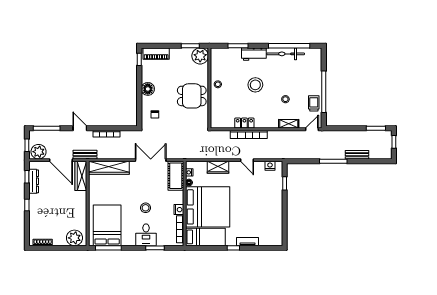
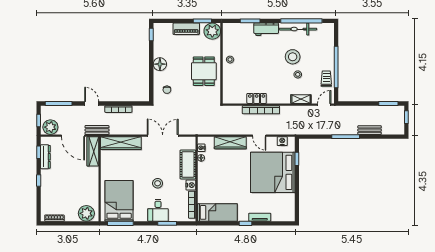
piano: (156, 54) -> (186, 29), moved
stool: (255, 85) -> (293, 57), moved
dining table: (192, 96) -> (204, 71), turned 90
wardrobe: (218, 167) -> (230, 143), width x1.50
cot: (176, 176) -> (188, 165), moved
bed: (208, 207) -> (273, 172), moved, turned 180

